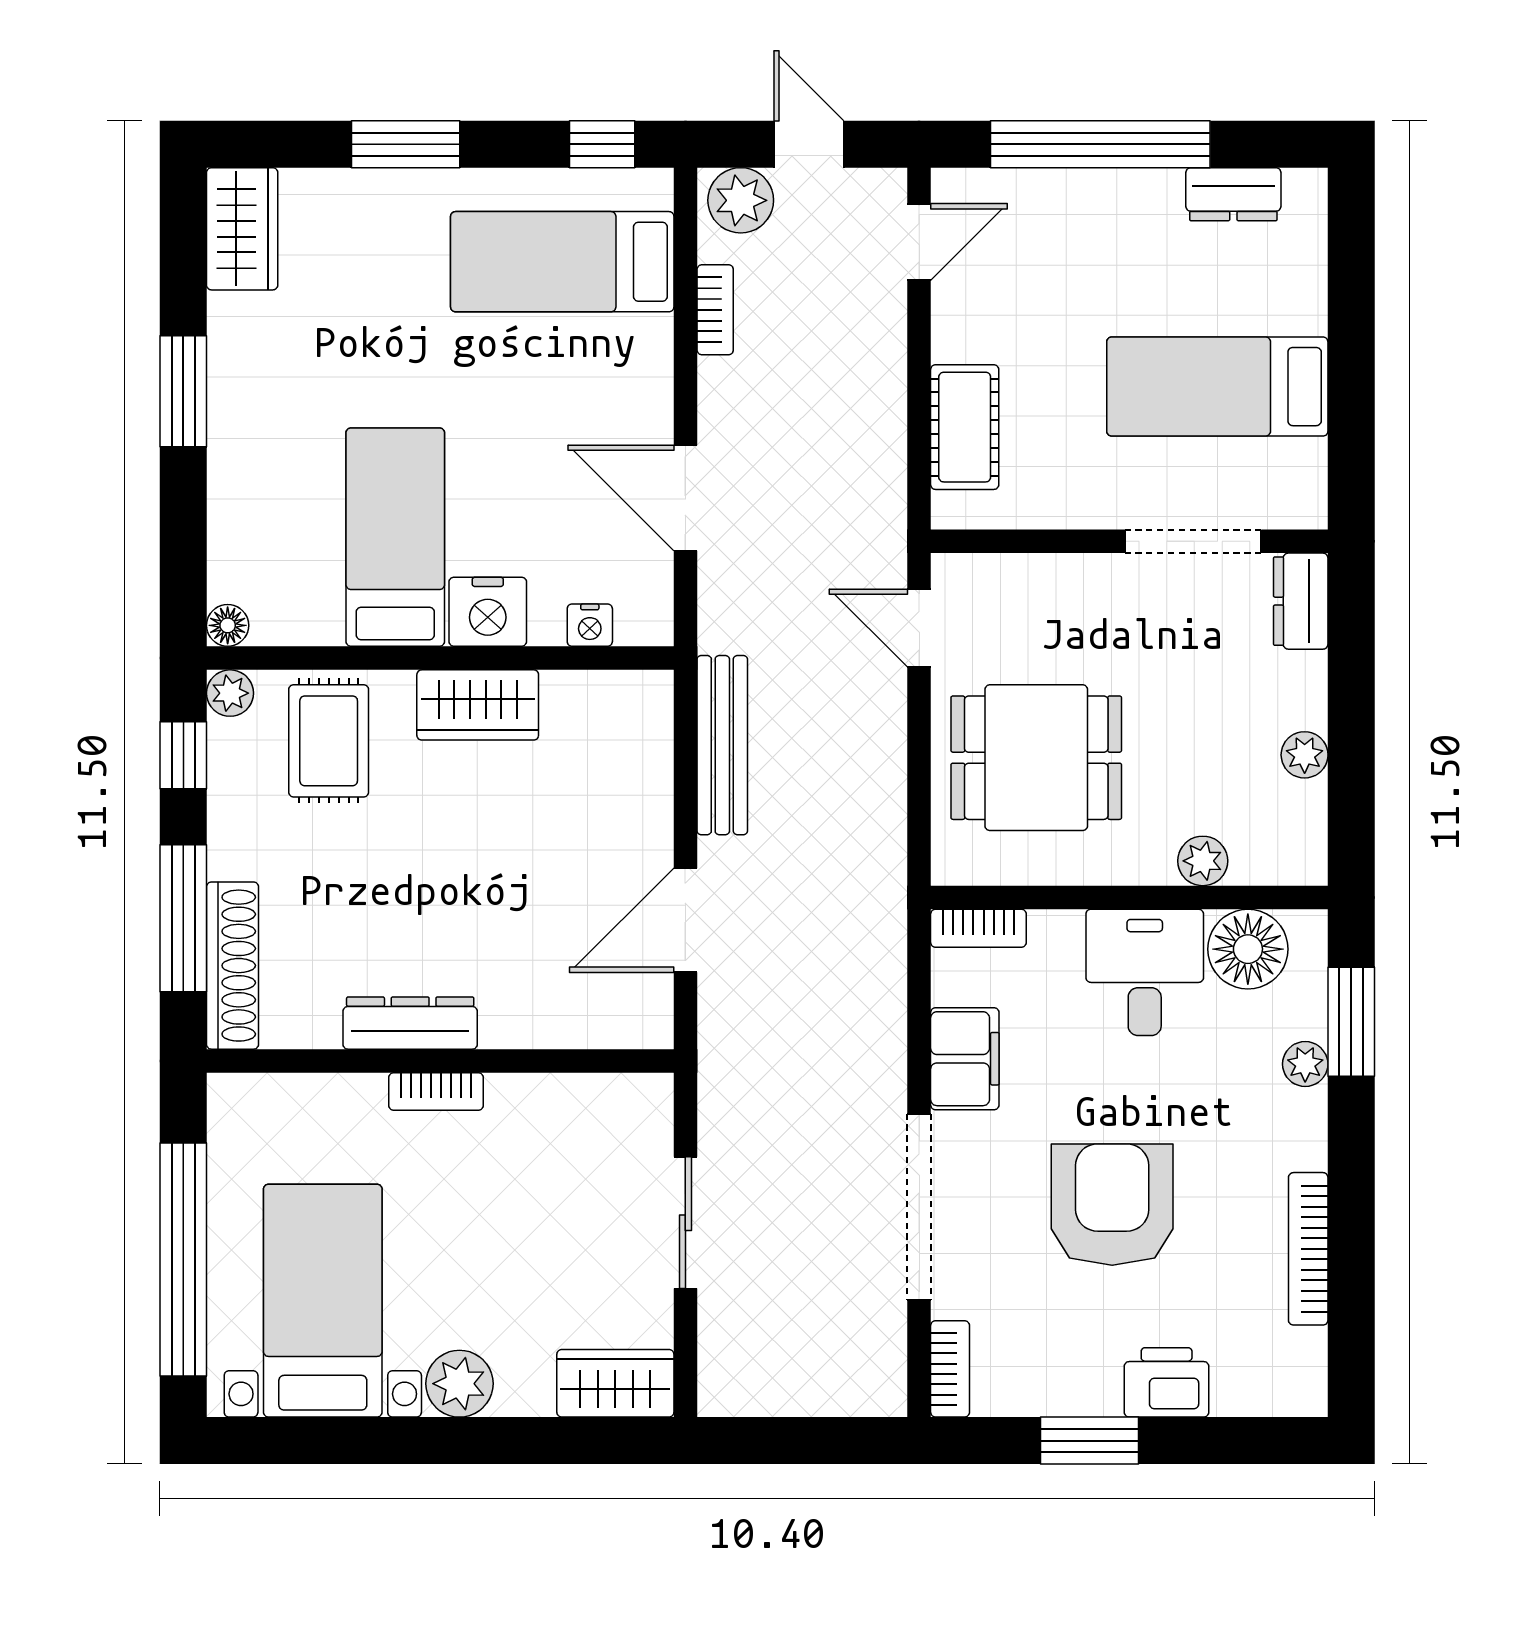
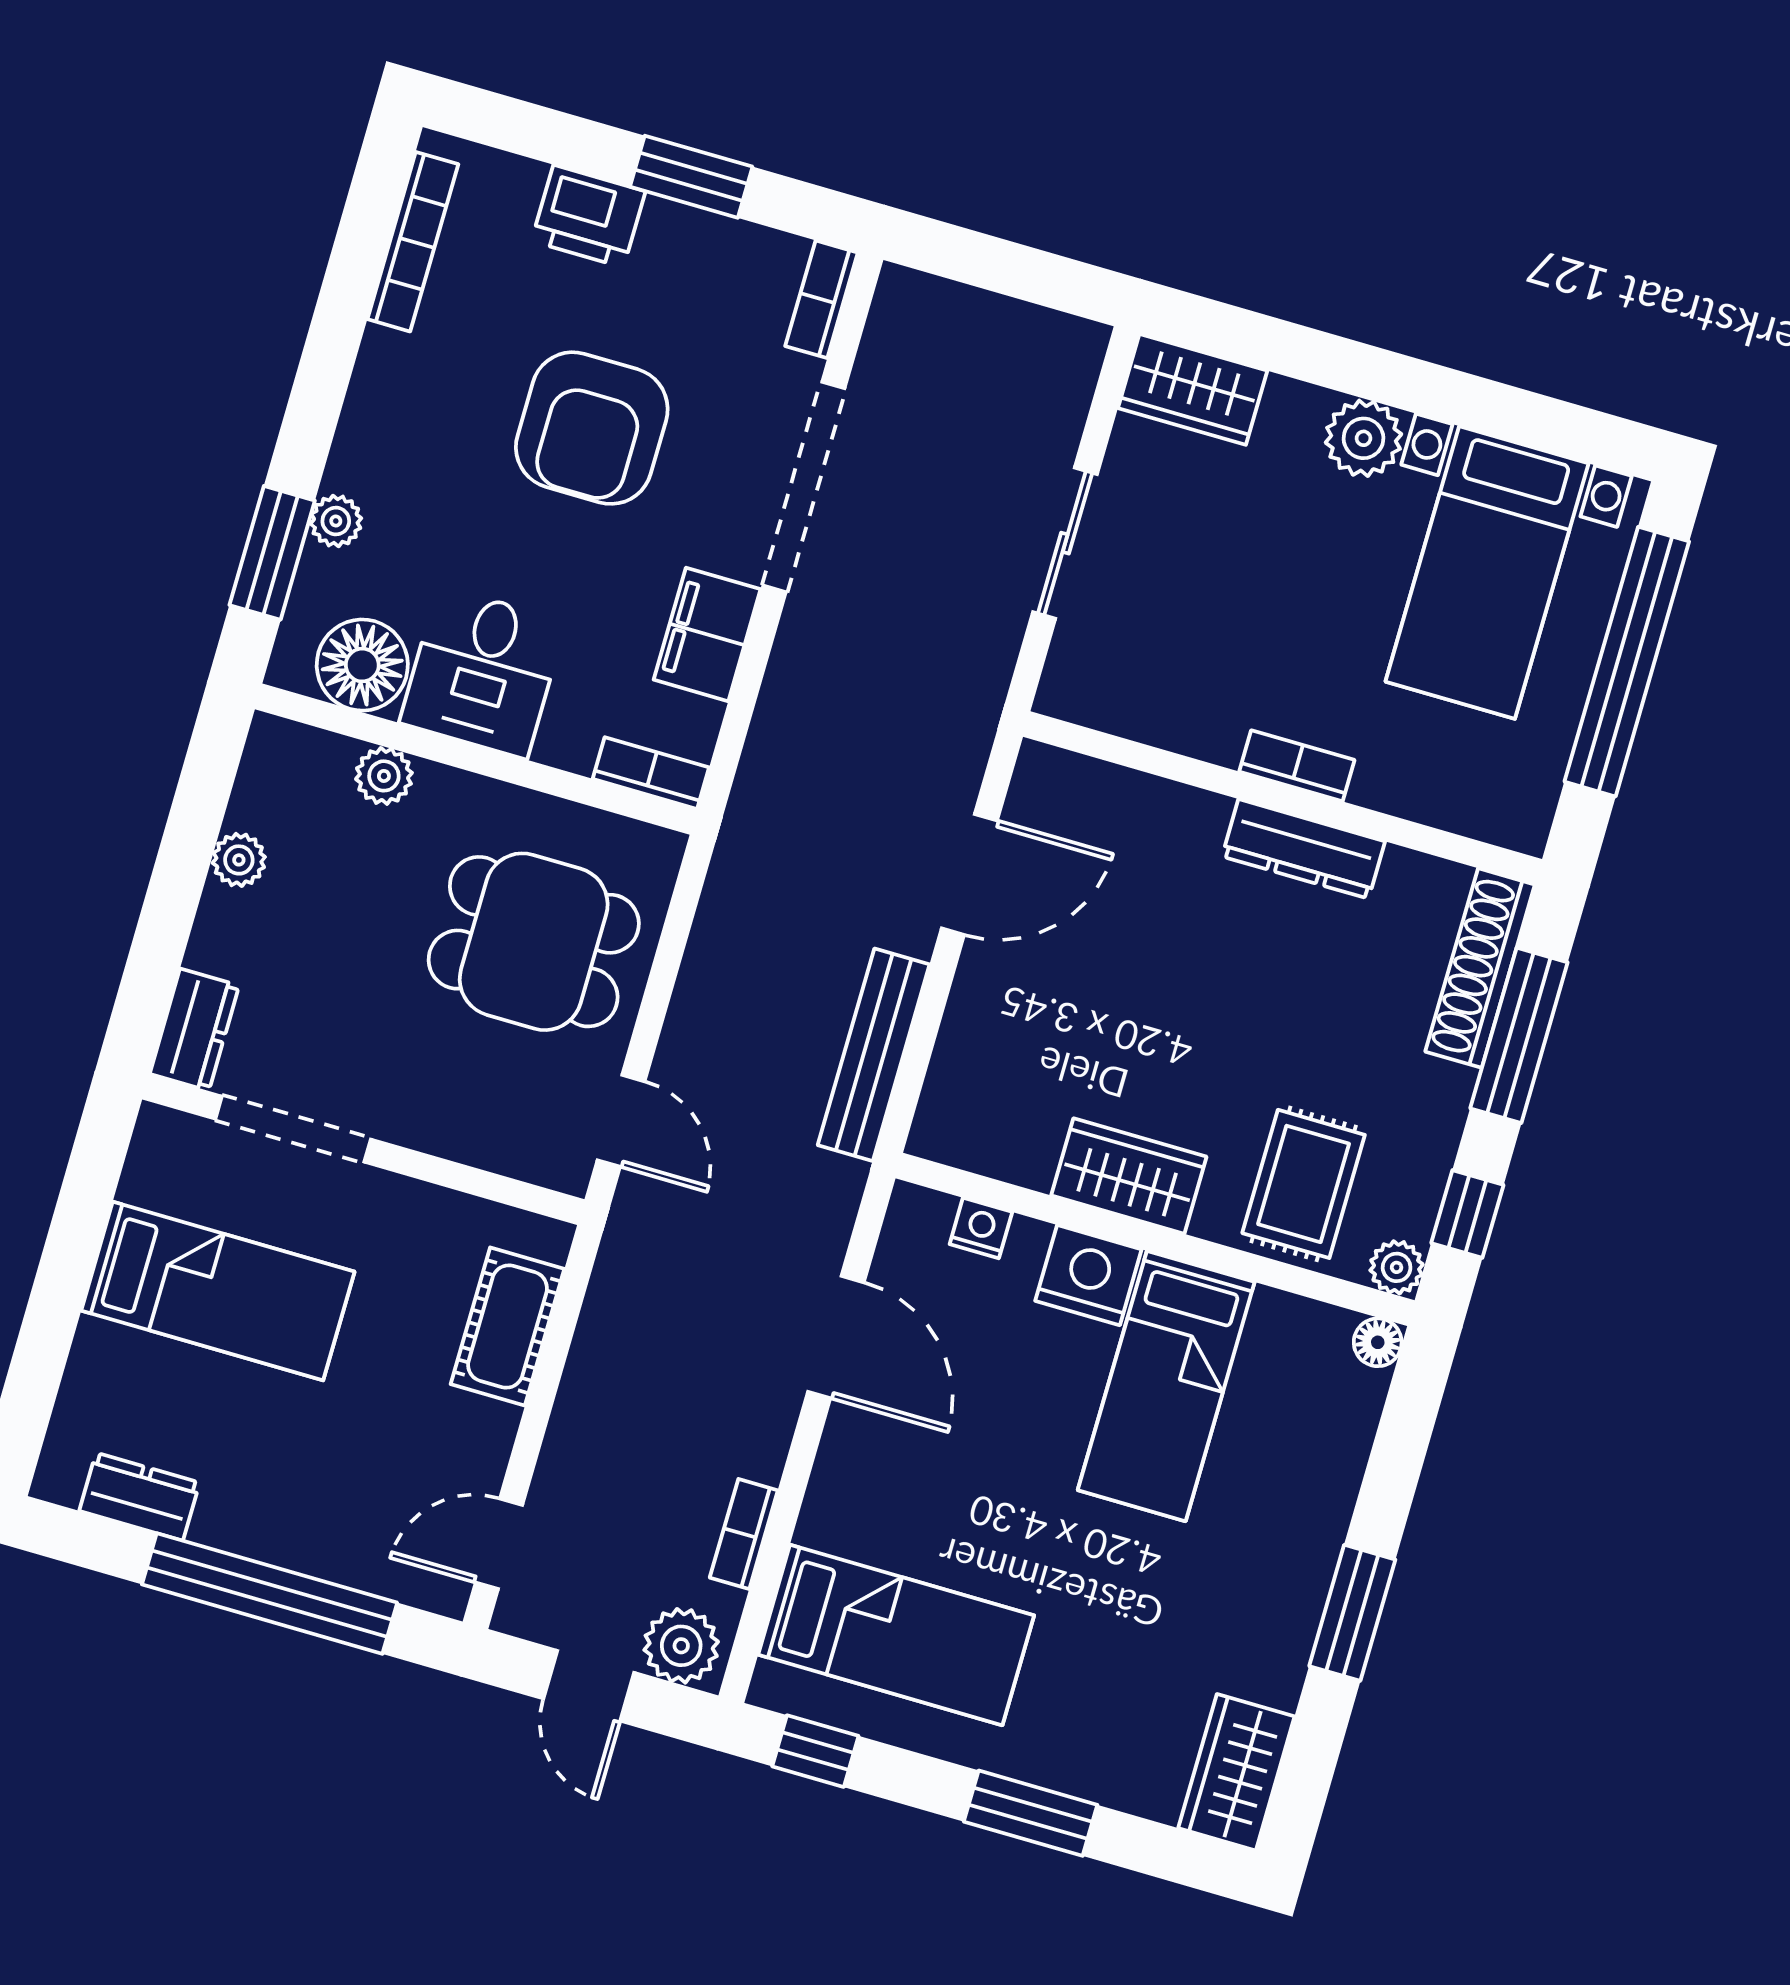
bookcase: (1308, 1249) -> (413, 242), moved

